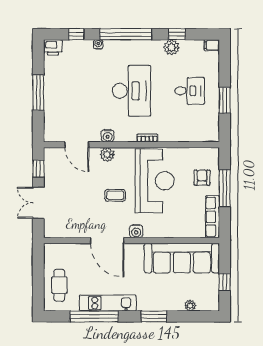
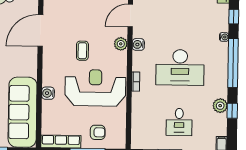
reception desk: (155, 181) -> (95, 88), turned 180
water cooler: (136, 231) -> (48, 93), moved
door: (107, 241) -> (40, 31), moved

